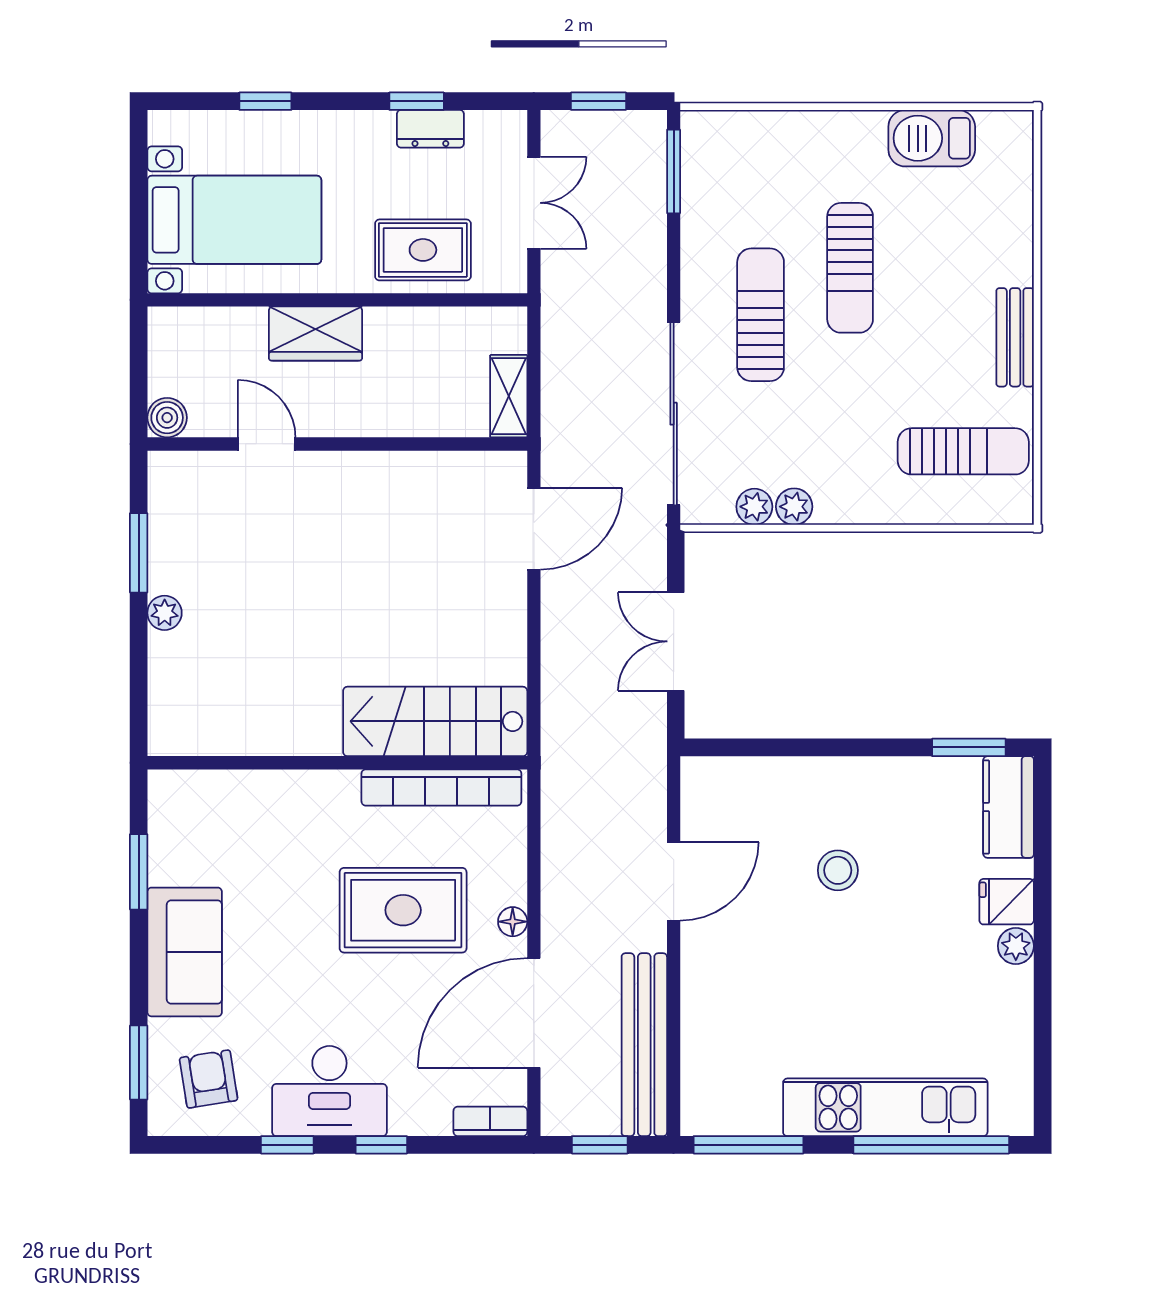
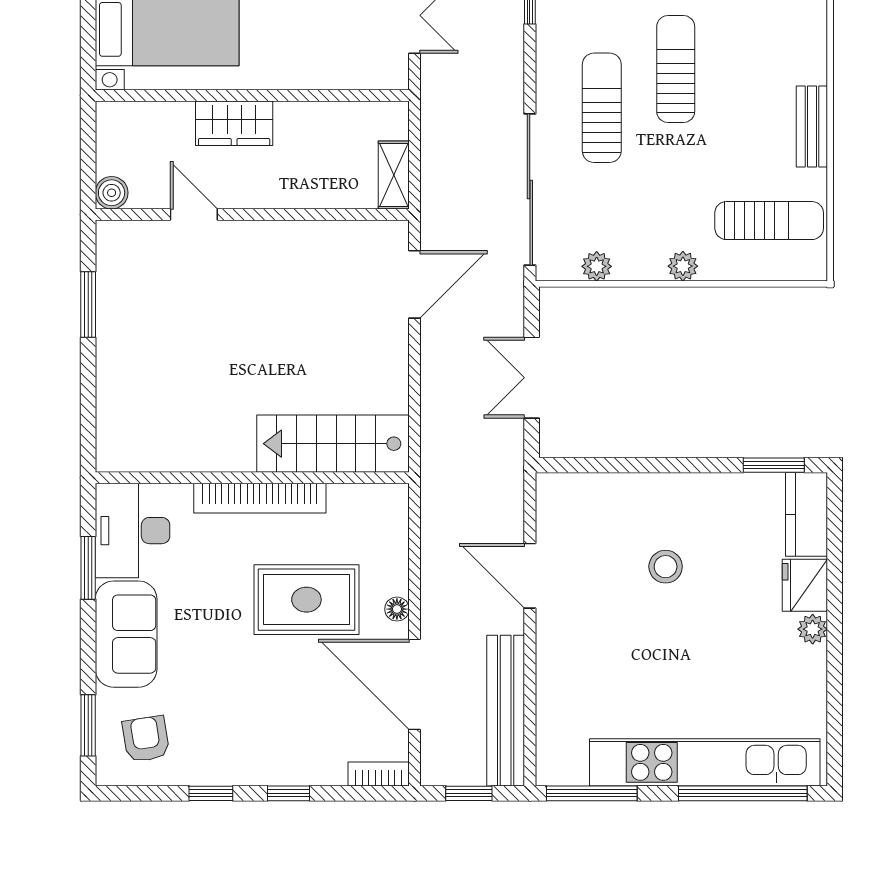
rug: (423, 250) -> (323, 54), removed
sun lounger: (850, 268) -> (676, 69), turned 180
plant: (794, 507) -> (683, 266), moved
plant: (165, 613) -> (109, 354), removed
bookcase: (441, 787) -> (260, 498), moved
door: (674, 881) -> (530, 576), swing flipped
fridge: (1007, 902) -> (805, 585), width x1.38
door: (534, 1013) -> (414, 684), hinge flipped
desk: (329, 1091) -> (133, 531), moved, turned 90
kitchen unit: (885, 1107) -> (705, 762), width x1.36

